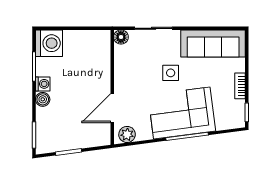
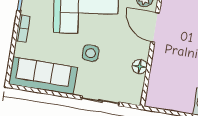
floor lamp: (121, 37) -> (140, 67), moved
door: (112, 108) -> (155, 27), swing flipped

